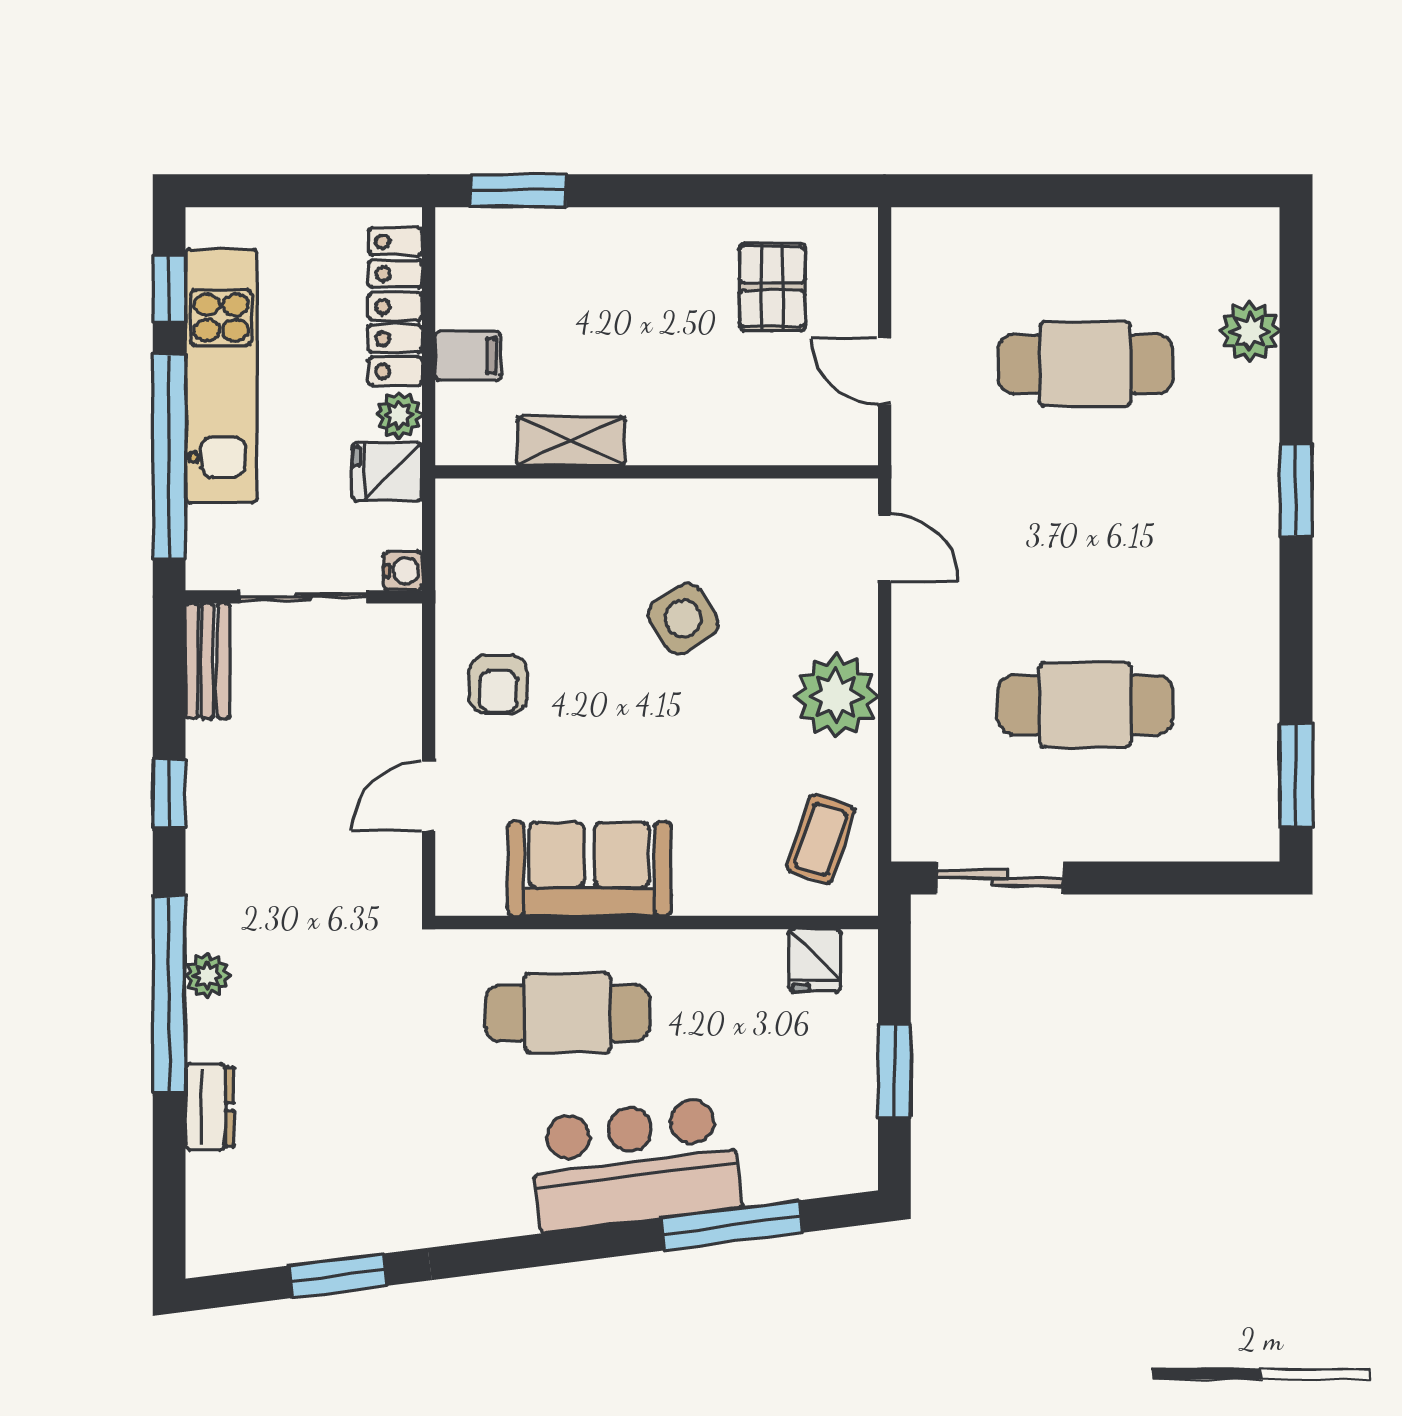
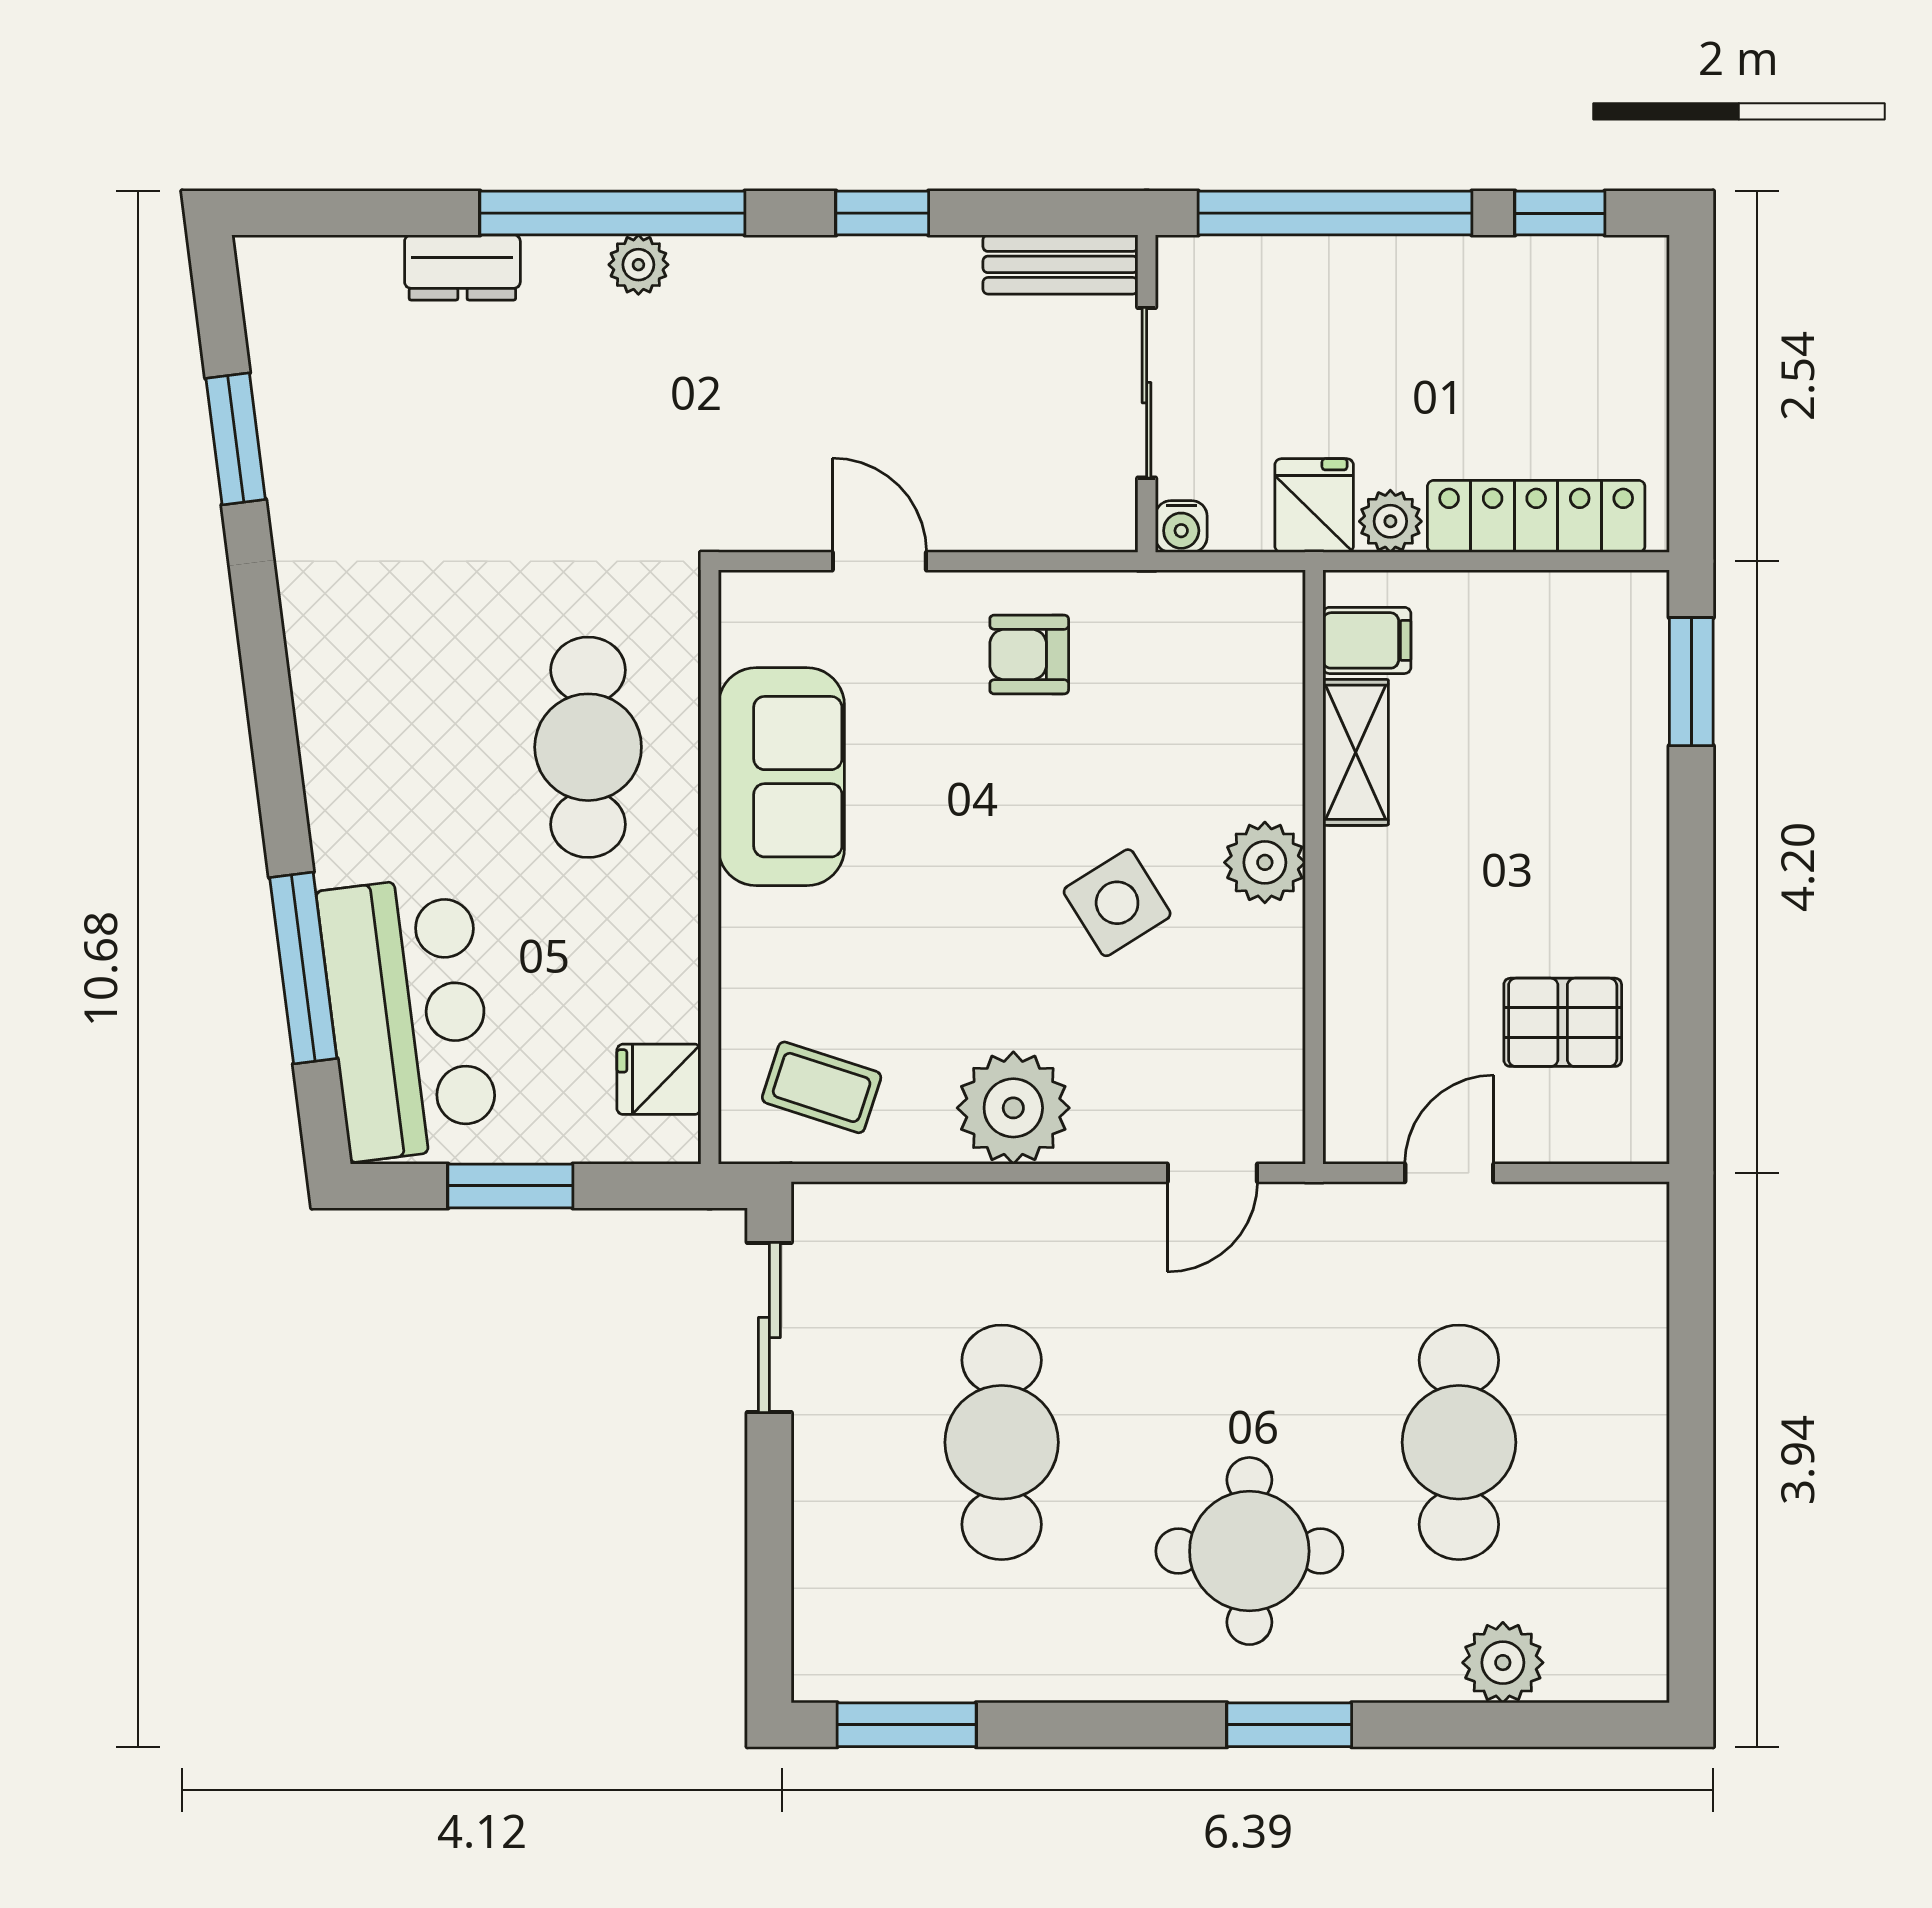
filing cabinet: (468, 356) -> (1367, 640), moved, turned -90
kitchen unit: (221, 376) -> (1443, 283), removed
plant: (653, 509) -> (1265, 862), added
round table: (1166, 520) -> (1249, 1551), added
bar counter: (635, 1164) -> (408, 1018), moved

